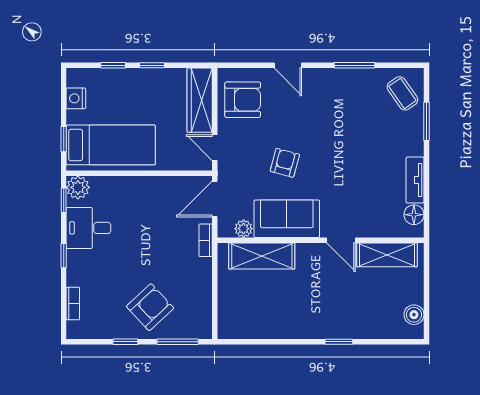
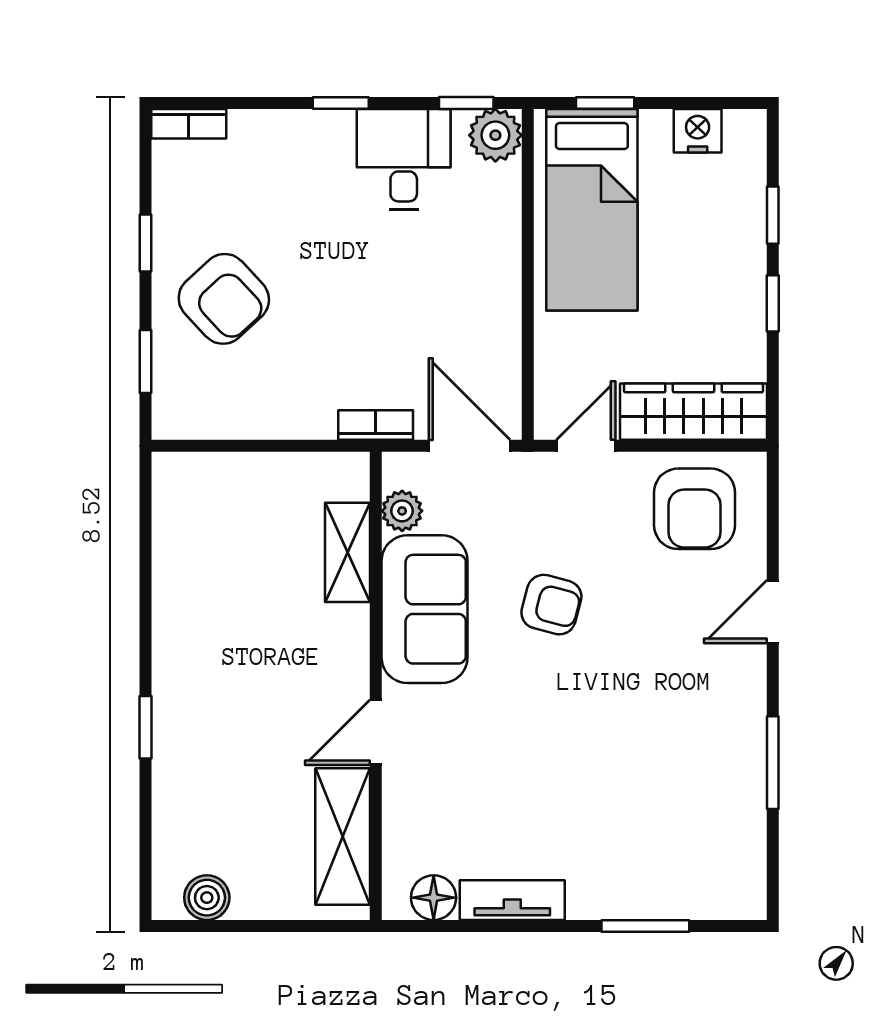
coffee table: (402, 93) -> (709, 871), removed
shelving: (262, 256) -> (348, 552), width x0.67, depth x0.75
bookcase: (73, 304) -> (189, 124), moved
window: (178, 342) -> (146, 362), width x0.67

